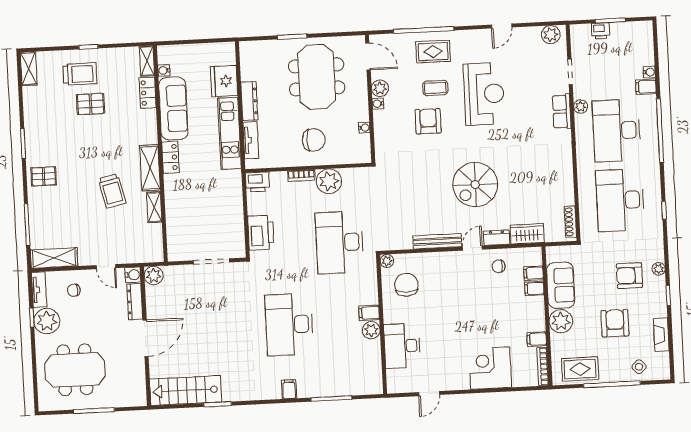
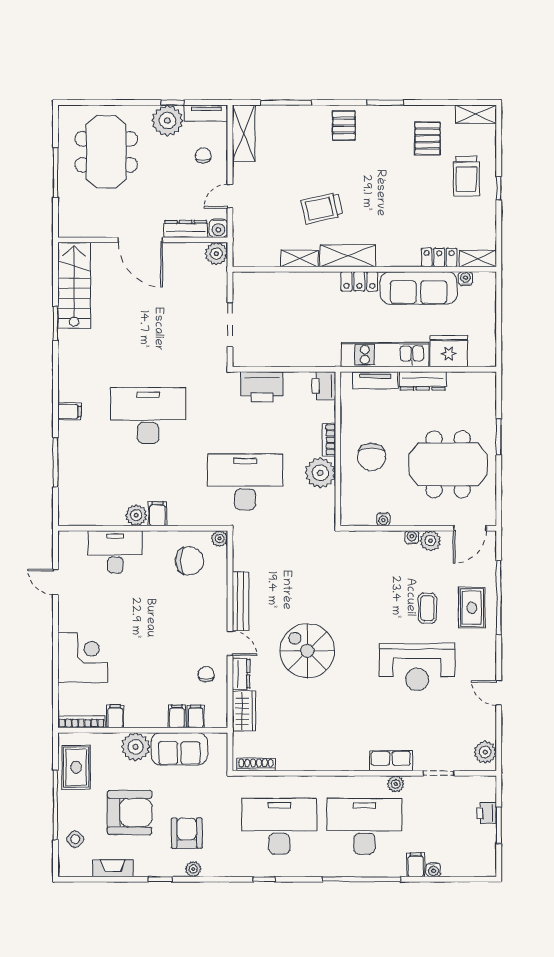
pallet: (90, 104) -> (428, 138), moved
armchair: (428, 121) -> (387, 597), removed
armchair: (615, 323) -> (130, 813), width x1.36, depth x1.36

